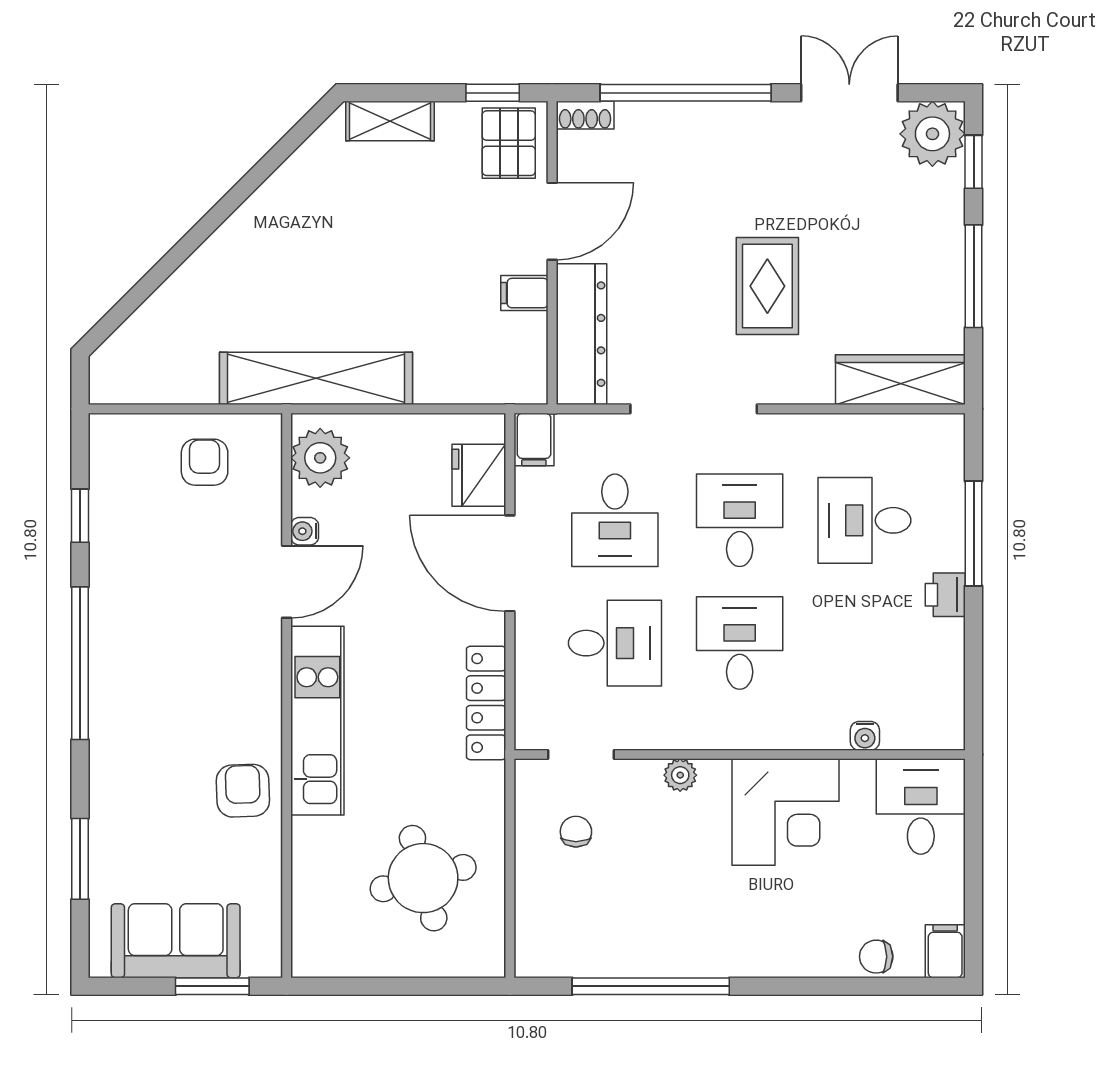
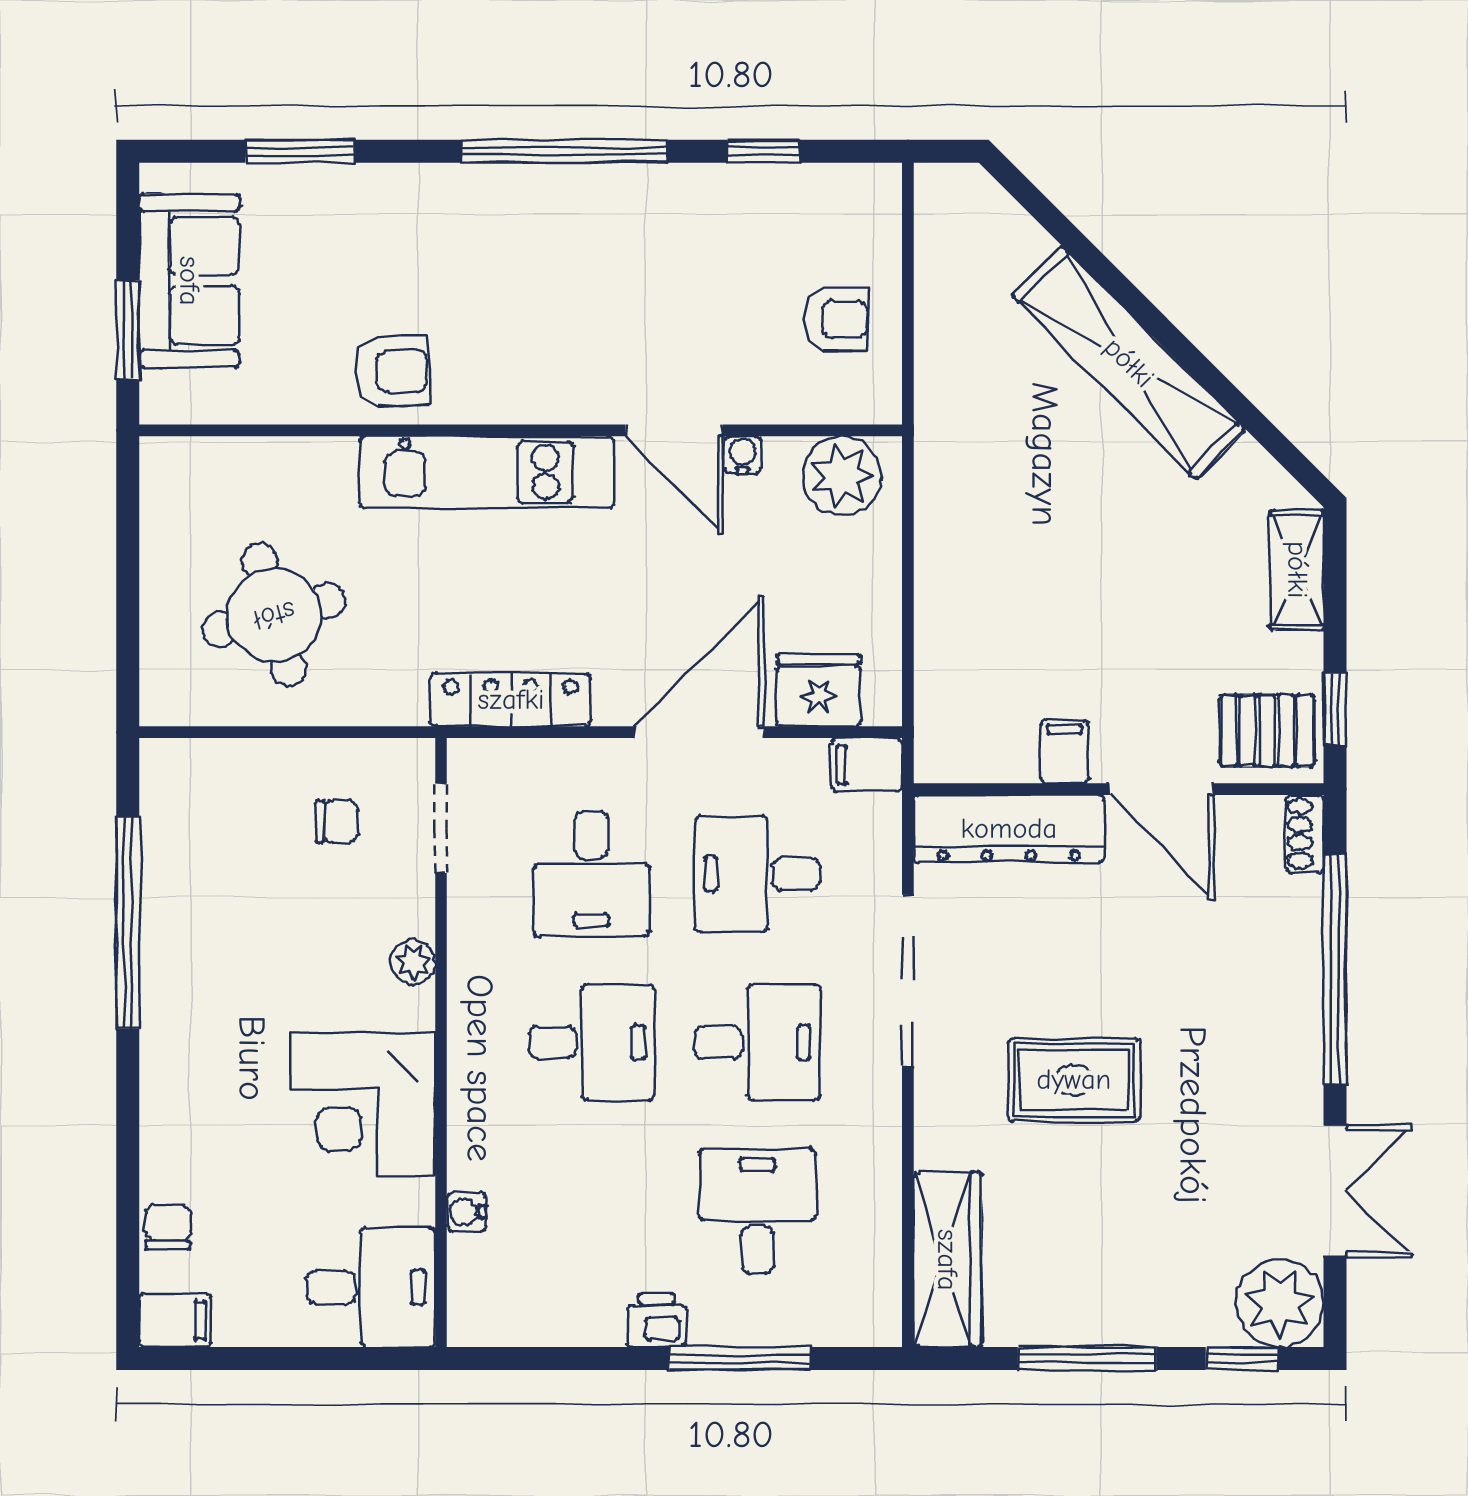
shelving: (316, 378) -> (1129, 363), moved, turned -45

